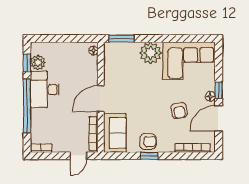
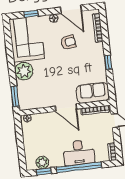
desk: (45, 90) -> (79, 153), moved
window: (219, 90) -> (31, 14), moved
armchair: (148, 141) -> (97, 65), removed

